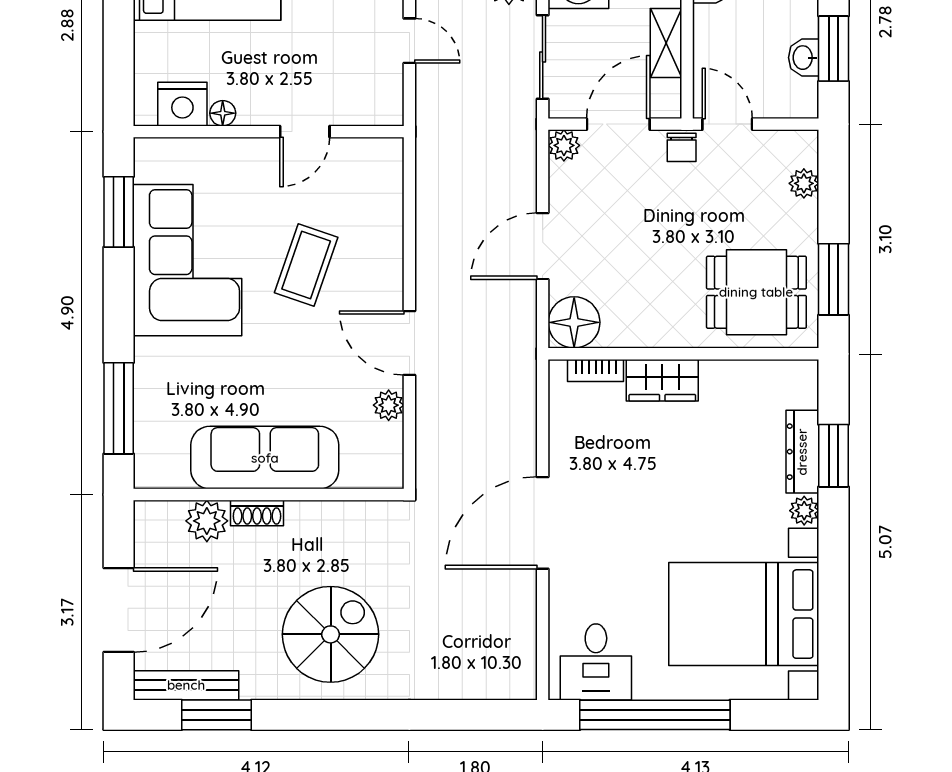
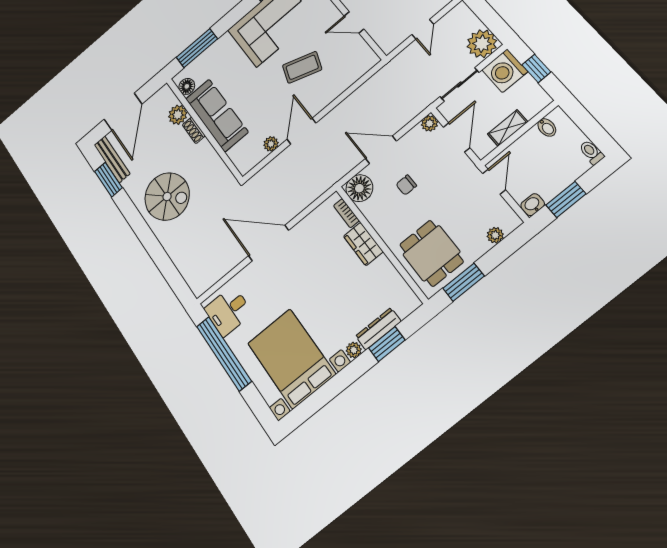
washbasin: (804, 58) -> (533, 205), moved
door: (618, 124) -> (456, 137), hinge flipped
chair: (682, 147) -> (406, 185), moved
floor lamp: (171, 472) -> (187, 86), added
door: (119, 610) -> (123, 112), hinge flipped

